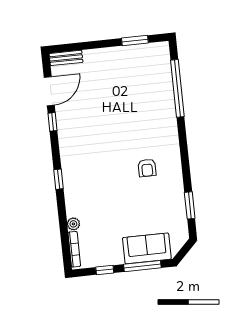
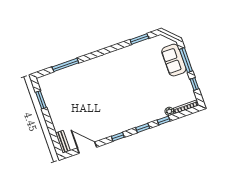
window: (177, 88) -> (65, 65), width x0.68
window: (52, 122) -> (118, 137), moved
armchair: (147, 168) -> (122, 72), removed
window: (62, 212) -> (164, 121), added

